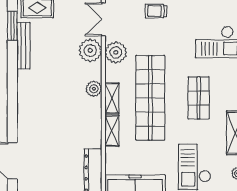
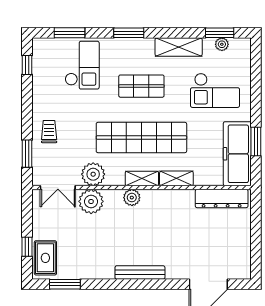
trolley: (156, 11) -> (49, 132), turned 180
bench: (23, 46) -> (140, 273), moved

